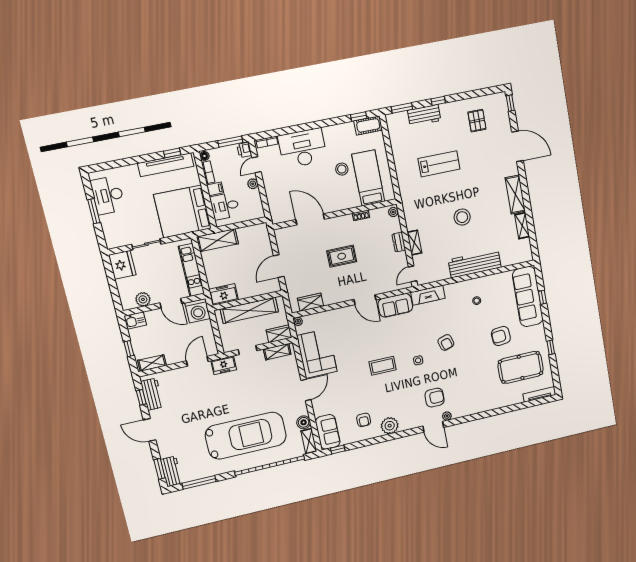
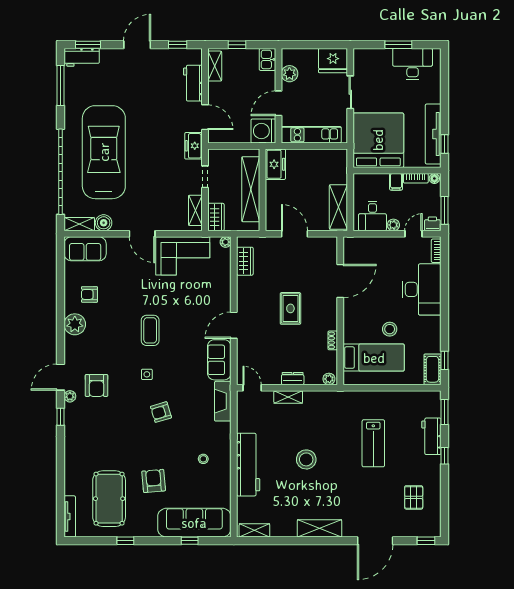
pallet: (477, 121) -> (414, 497), turned 90
door: (257, 165) -> (414, 234), hinge flipped
desk: (225, 206) -> (372, 216), moved, turned 180
shelving: (522, 226) -> (254, 530), moved
shelving: (217, 240) -> (338, 207), moved
workbench: (152, 394) -> (193, 83), moved, turned 90
car: (246, 436) -> (104, 152), turned 180
window: (338, 449) -> (61, 417), moved

